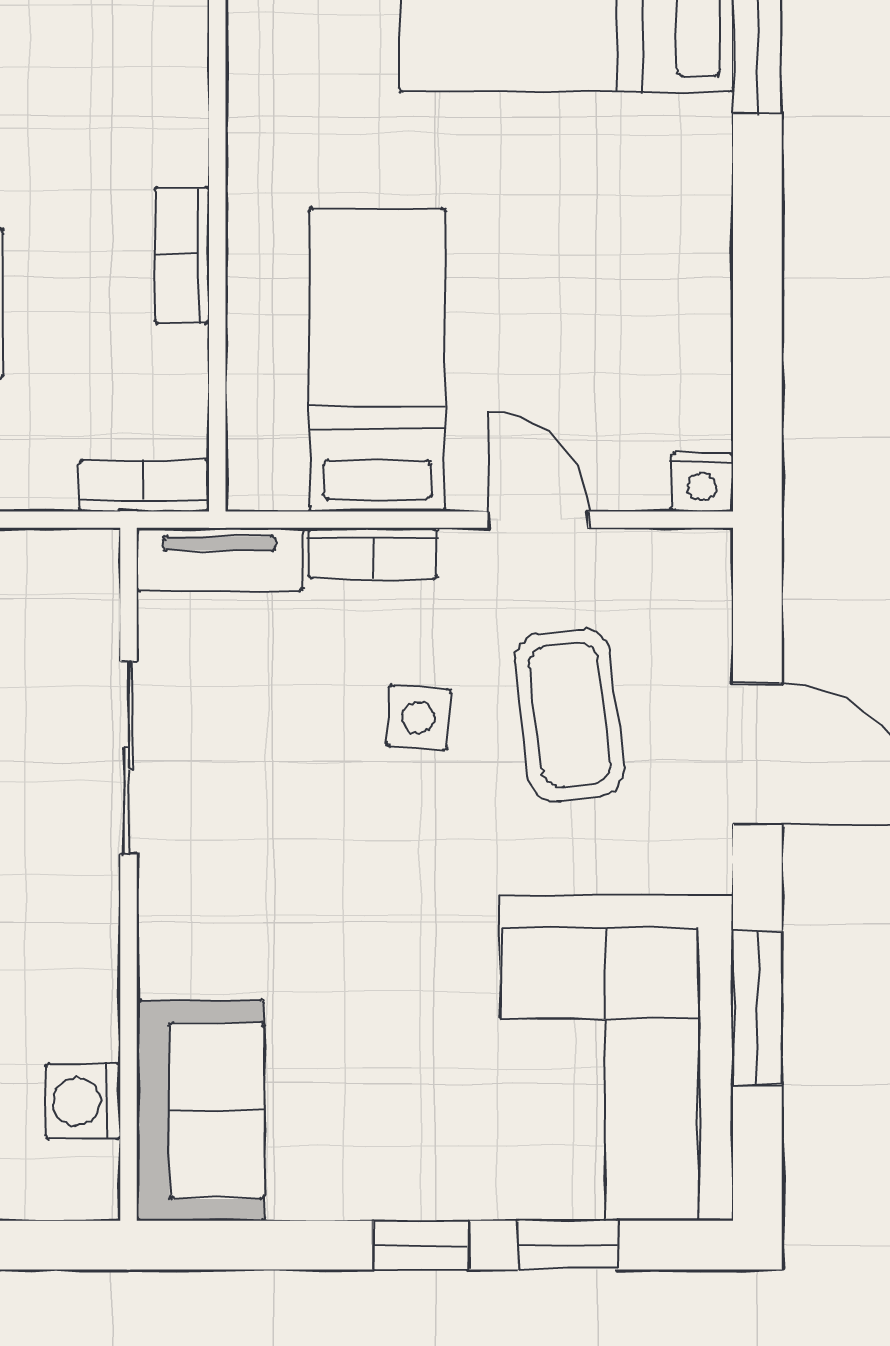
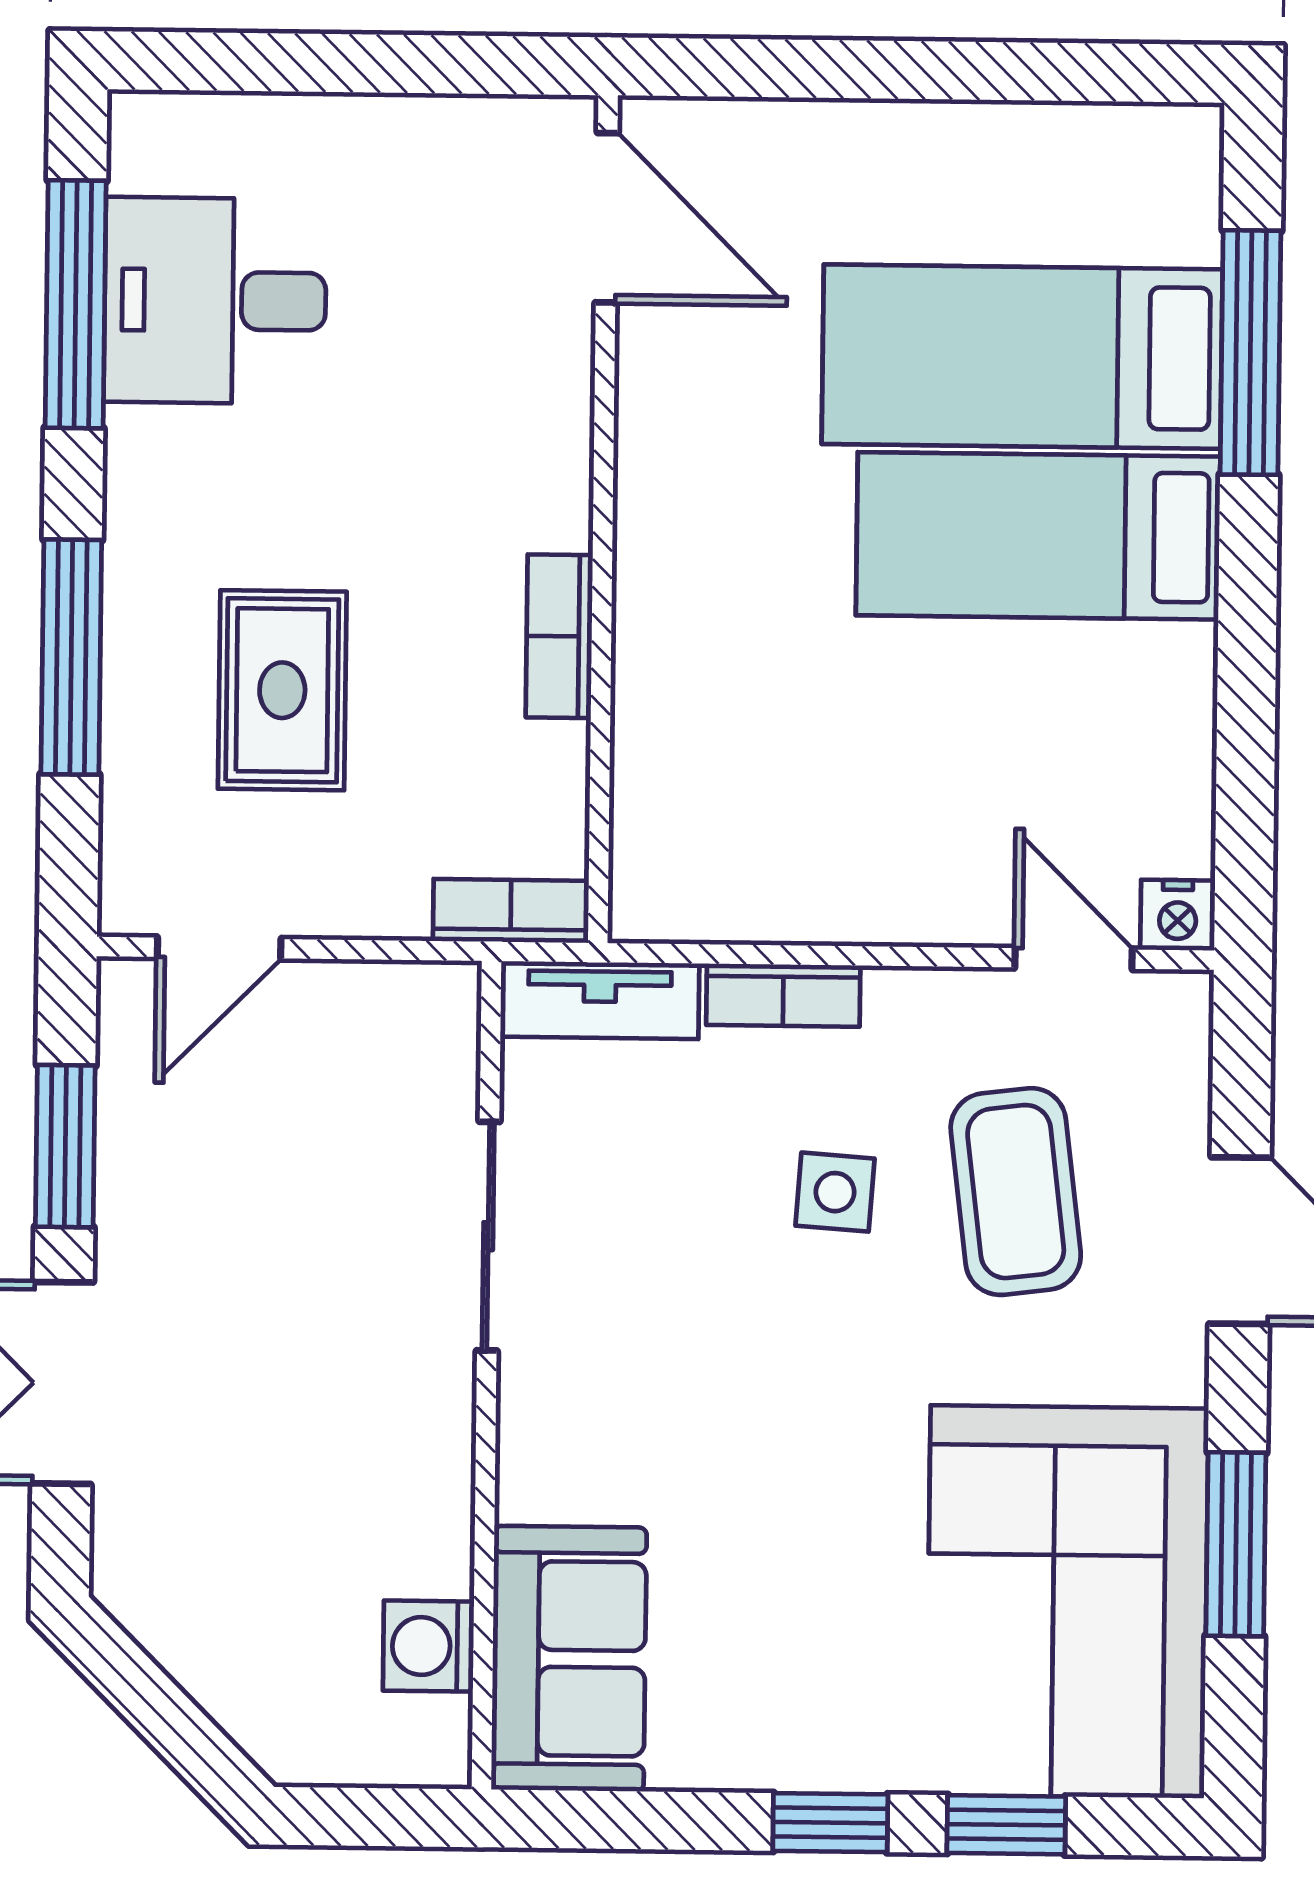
bed: (377, 360) -> (1038, 536), moved, turned -90
door: (538, 520) -> (1074, 958), moved

